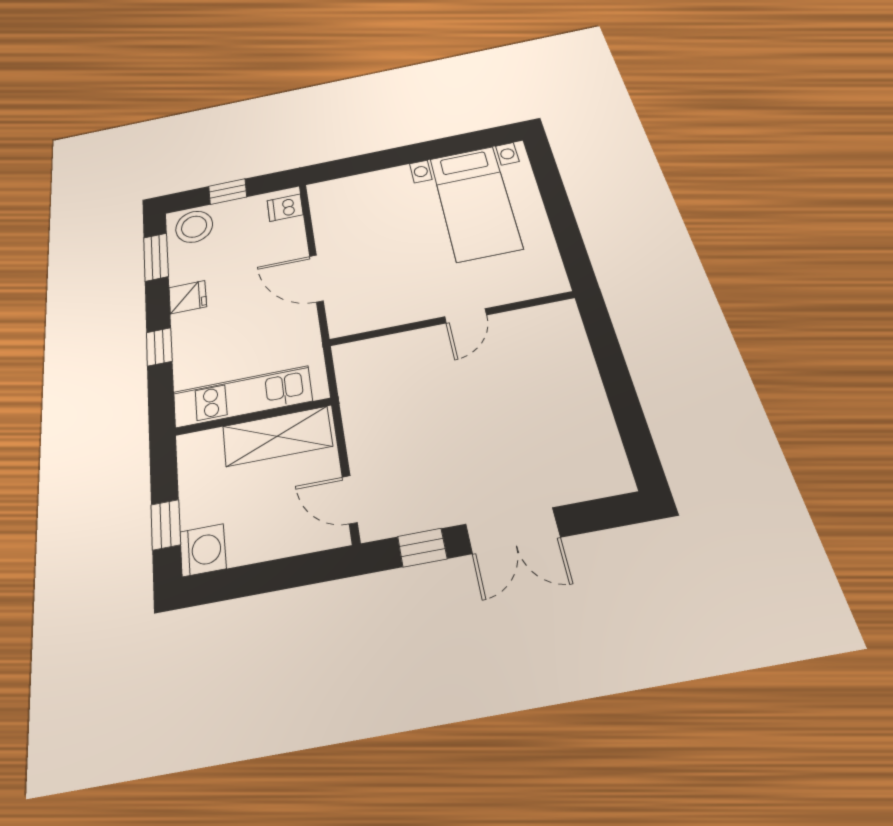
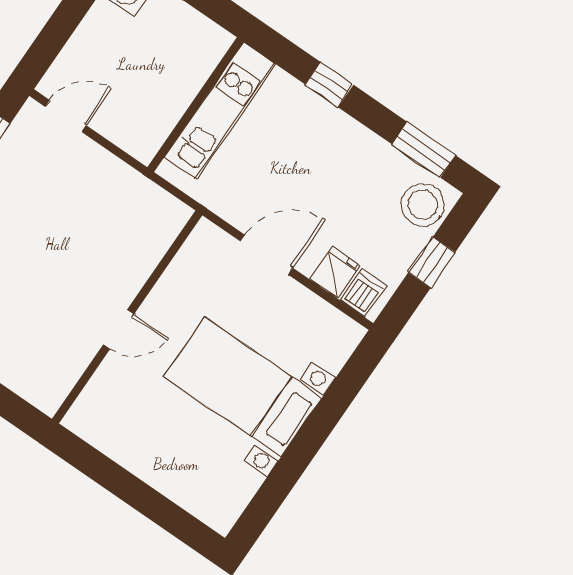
bed with nightstands: (475, 203) -> (243, 387), moved
fridge: (188, 297) -> (335, 272), moved, turned 180
door: (466, 316) -> (119, 329), swing flipped
shelving: (277, 436) -> (162, 108), removed

